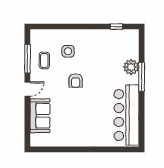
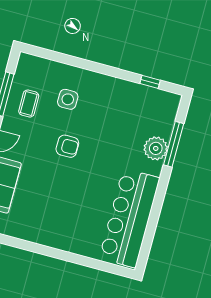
window: (142, 77) -> (174, 144), moved
armchair: (76, 81) -> (67, 146), turned -90

